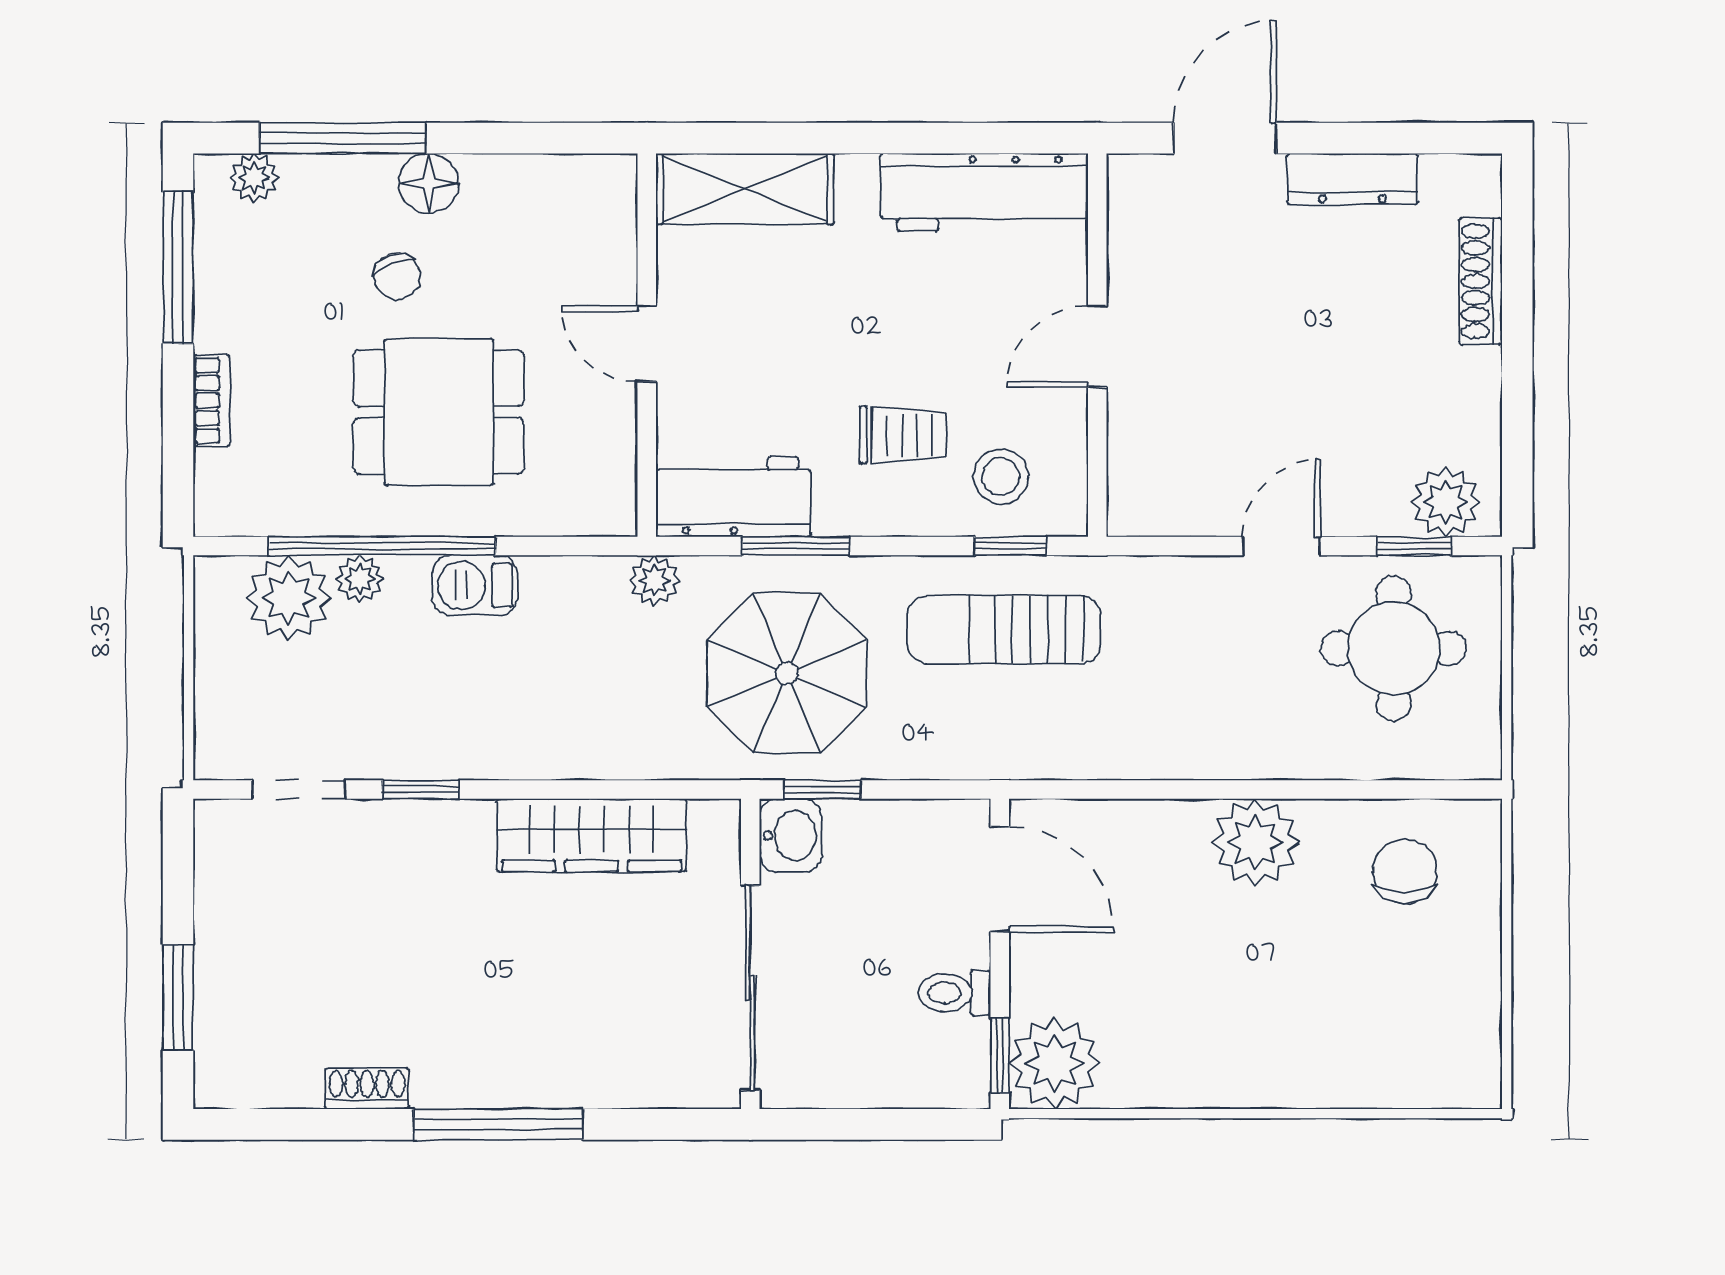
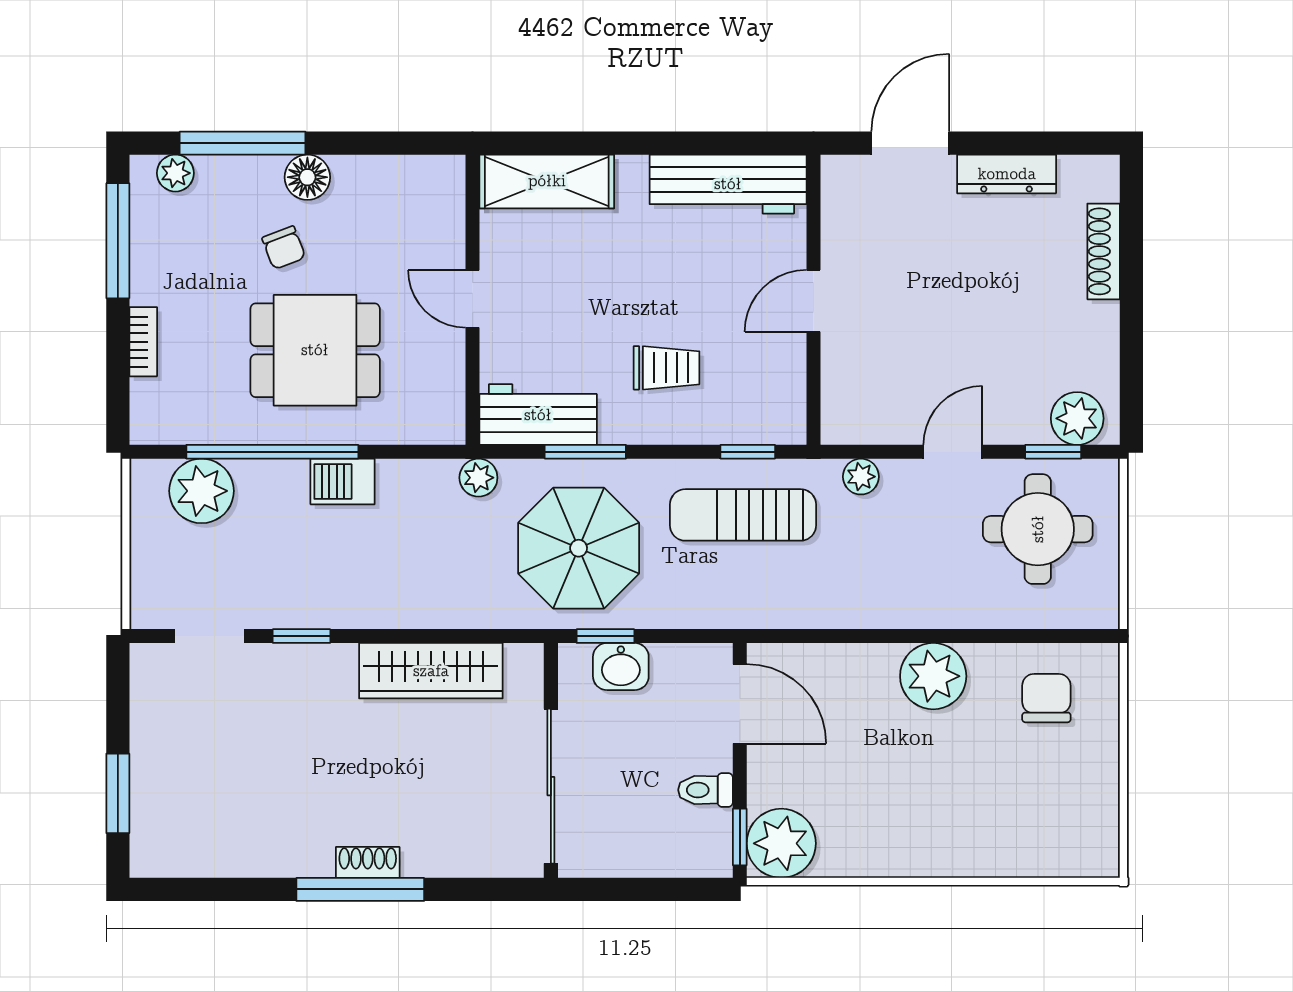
stool: (1001, 476) -> (741, 399), removed
plant: (360, 579) -> (861, 477), moved
washbasin: (791, 835) -> (621, 667), moved, turned 90
shoe rack: (367, 1089) -> (368, 862), moved

